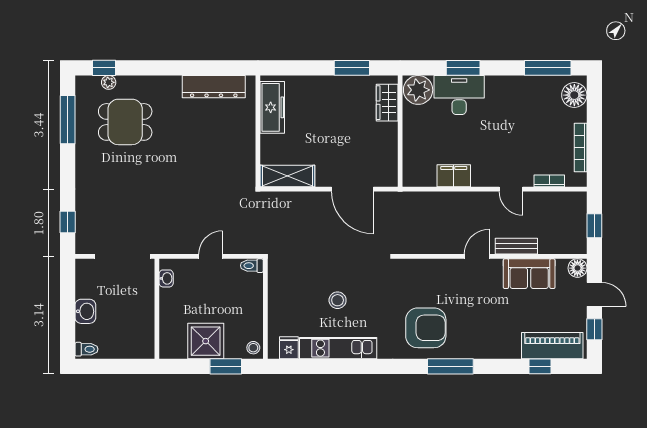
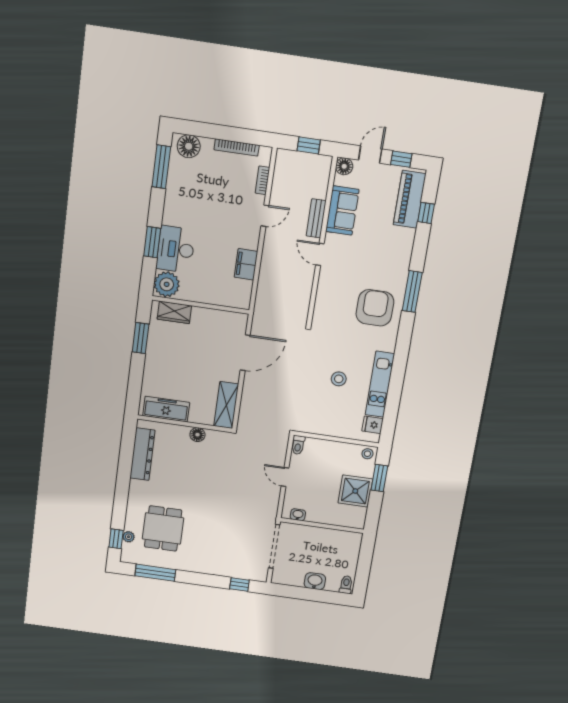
floor lamp: (247, 147) -> (197, 435), added

